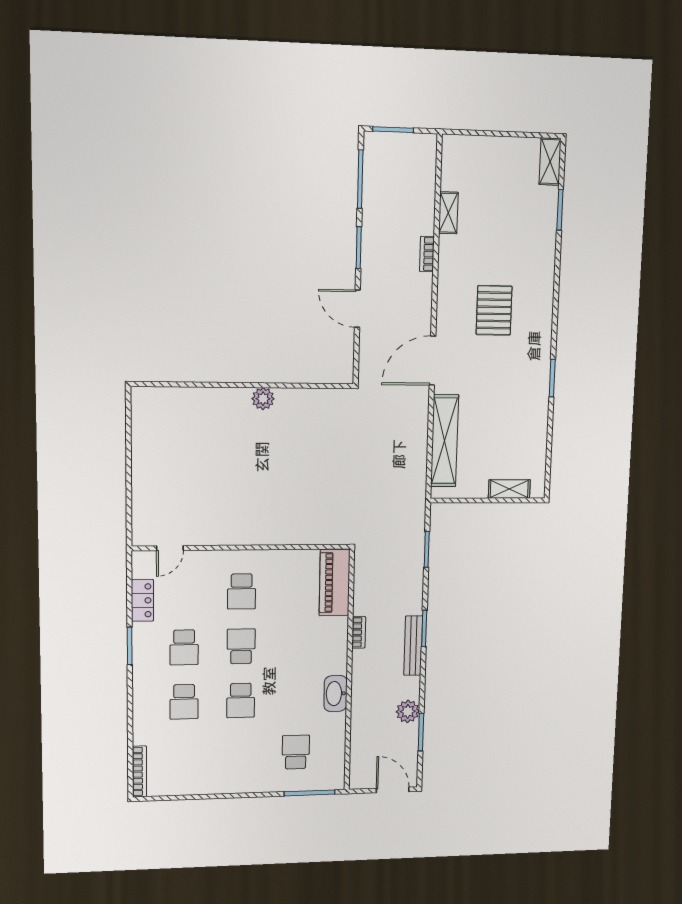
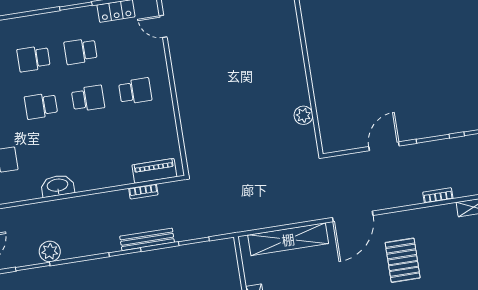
pallet: (494, 310) -> (403, 260), turned 90
door: (433, 361) -> (353, 216), swing flipped
plant: (263, 399) -> (303, 115), moved
piano: (335, 583) -> (154, 171), width x0.73, depth x0.75
school desk: (242, 591) -> (135, 91), turned 180
bookcase: (359, 632) -> (143, 191), moved
bench: (413, 646) -> (147, 239), moved

